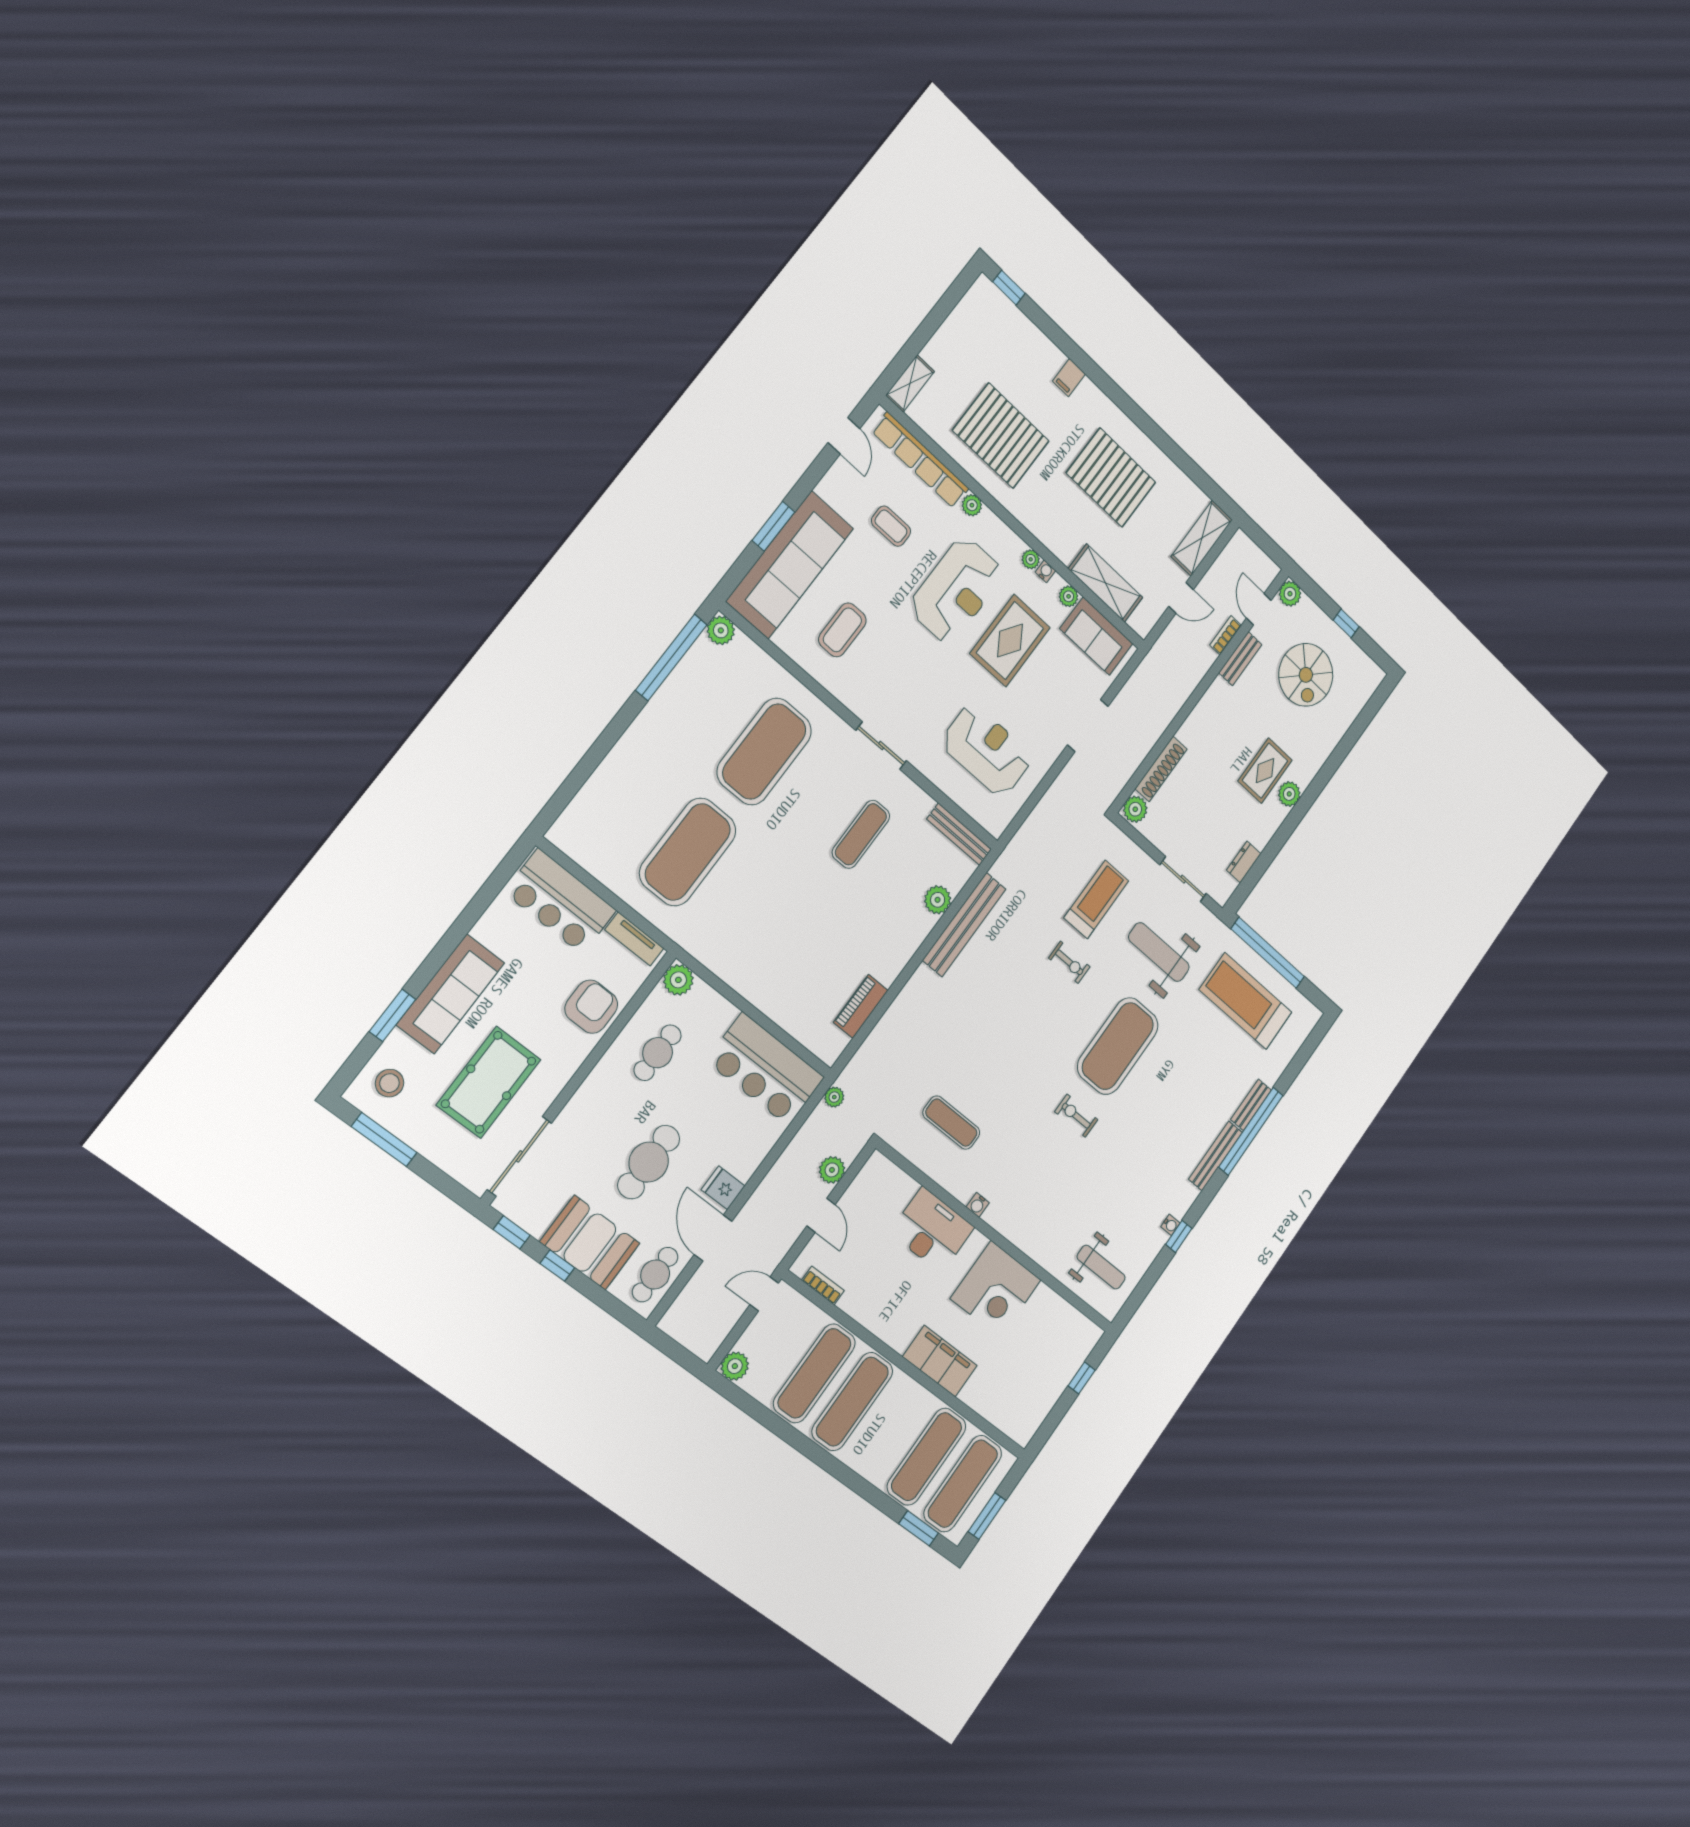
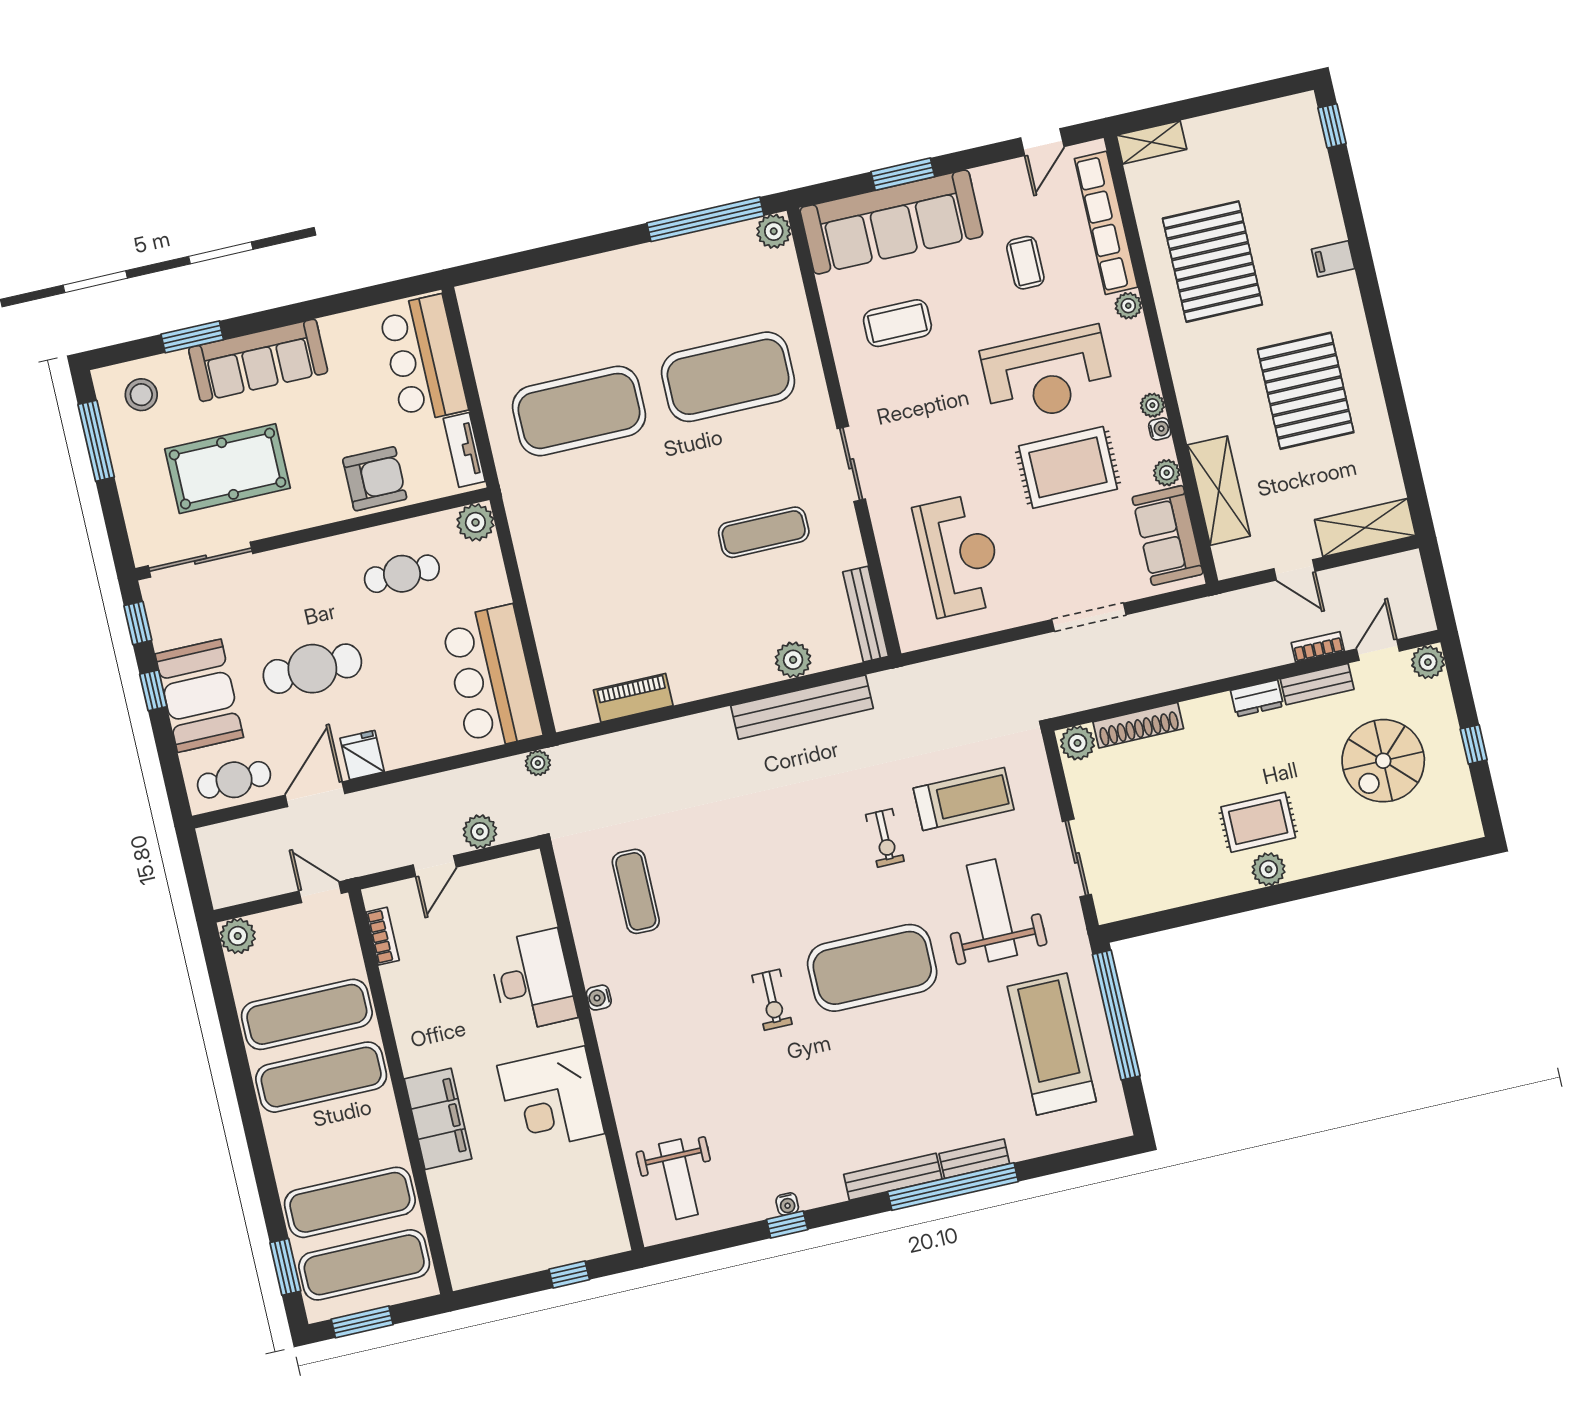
dresser: (1244, 862) -> (1257, 698), moved, turned 180
exercise bike: (1076, 1116) -> (772, 1000), turned 180

